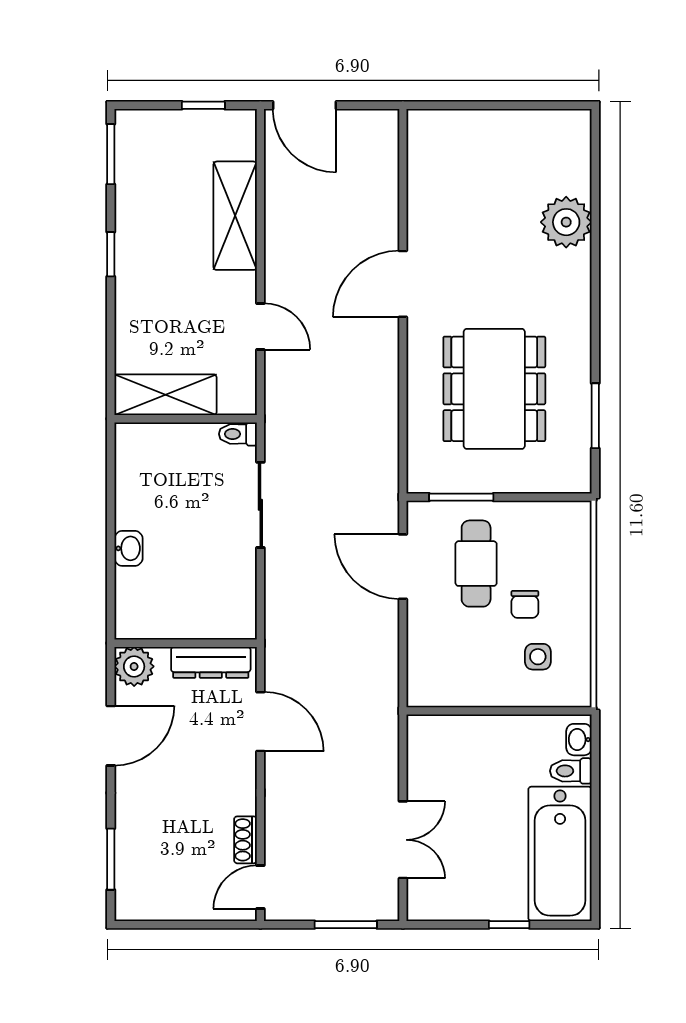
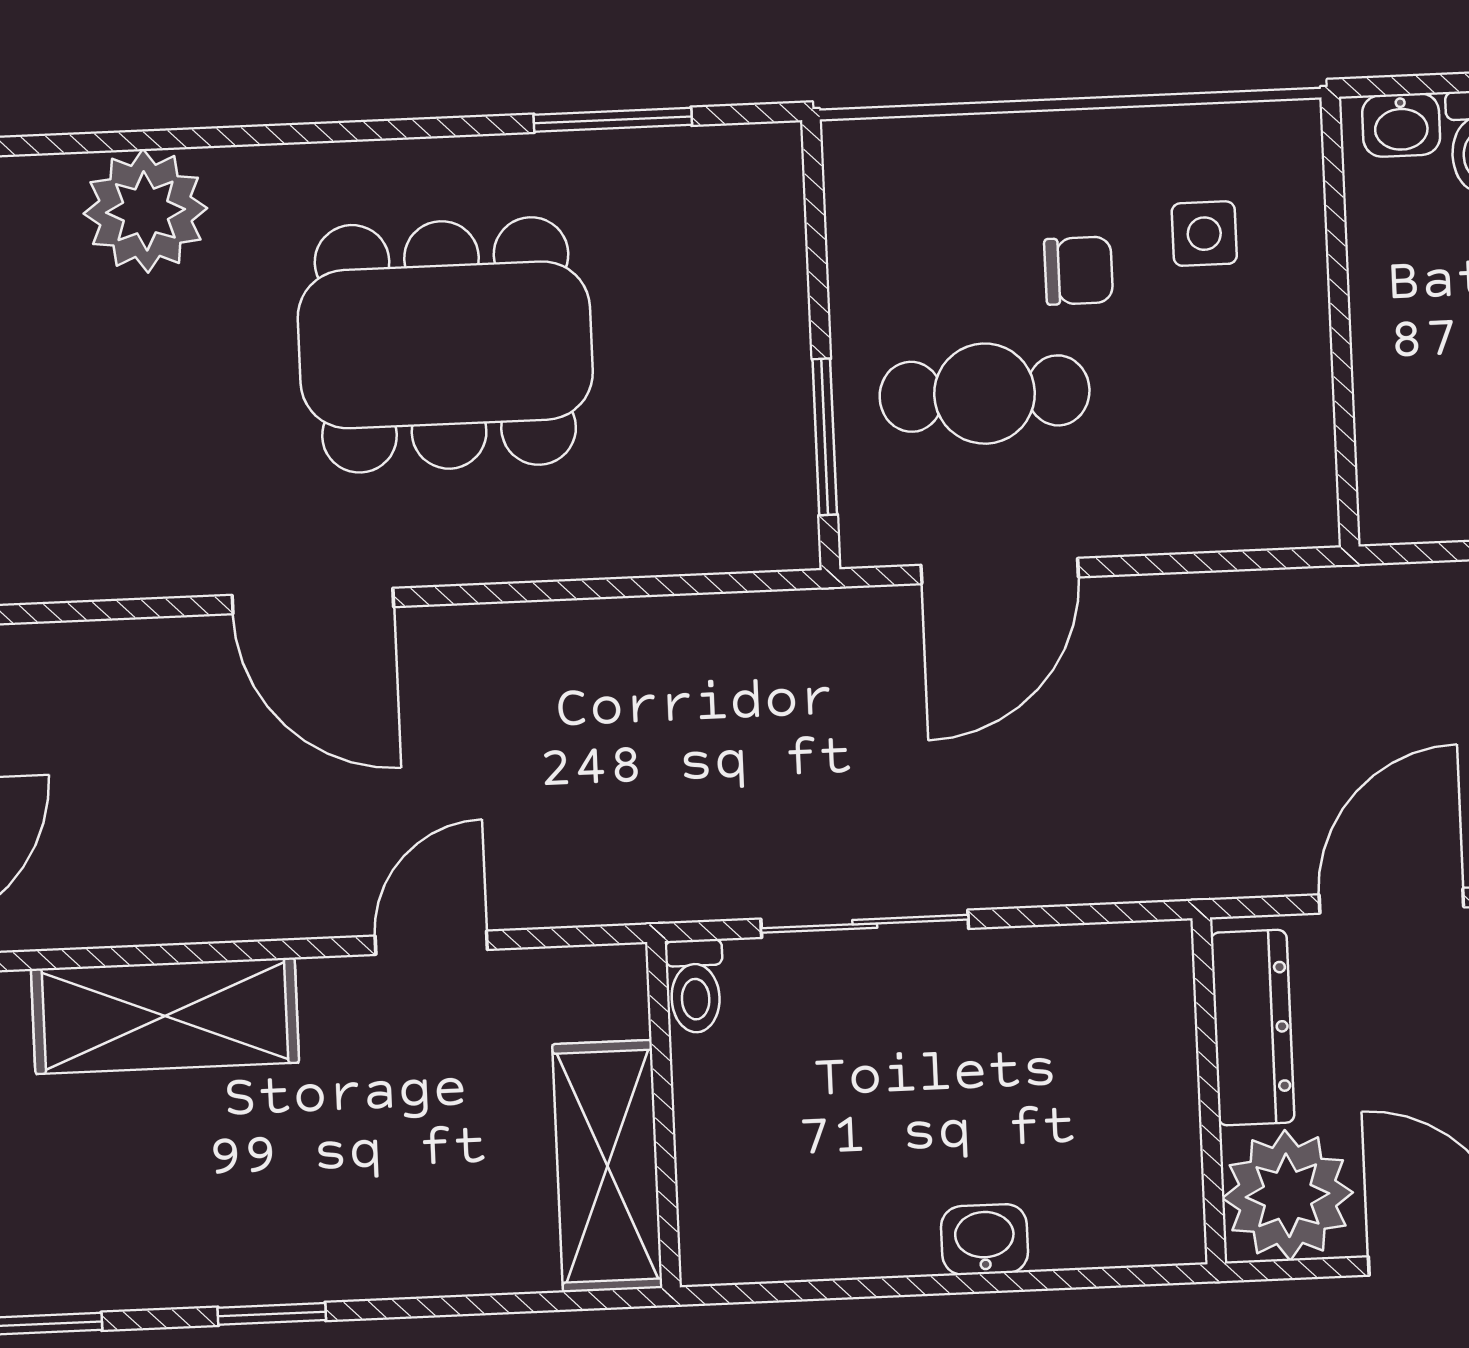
dining table: (494, 389) -> (445, 345), moved
plant: (134, 666) -> (1288, 1195), width x1.36, depth x1.36

